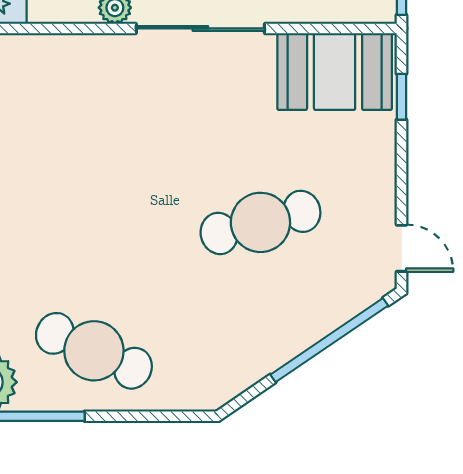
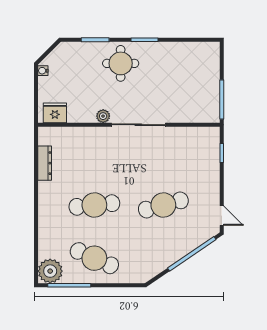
booth: (335, 72) -> (194, 143), removed
cafe table: (94, 222) -> (94, 205), added

